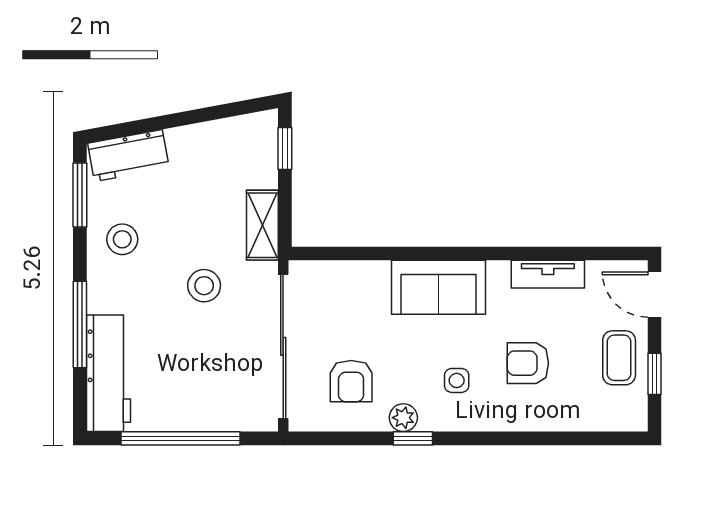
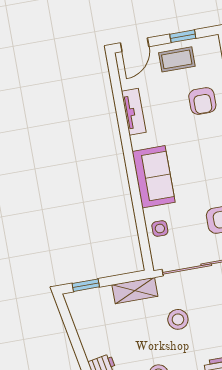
armchair: (528, 363) -> (202, 101), moved
side table: (457, 380) -> (160, 229), moved

